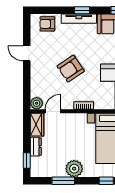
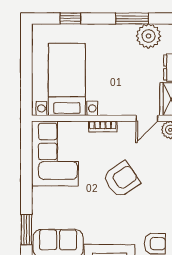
plant: (74, 169) -> (149, 36), moved

